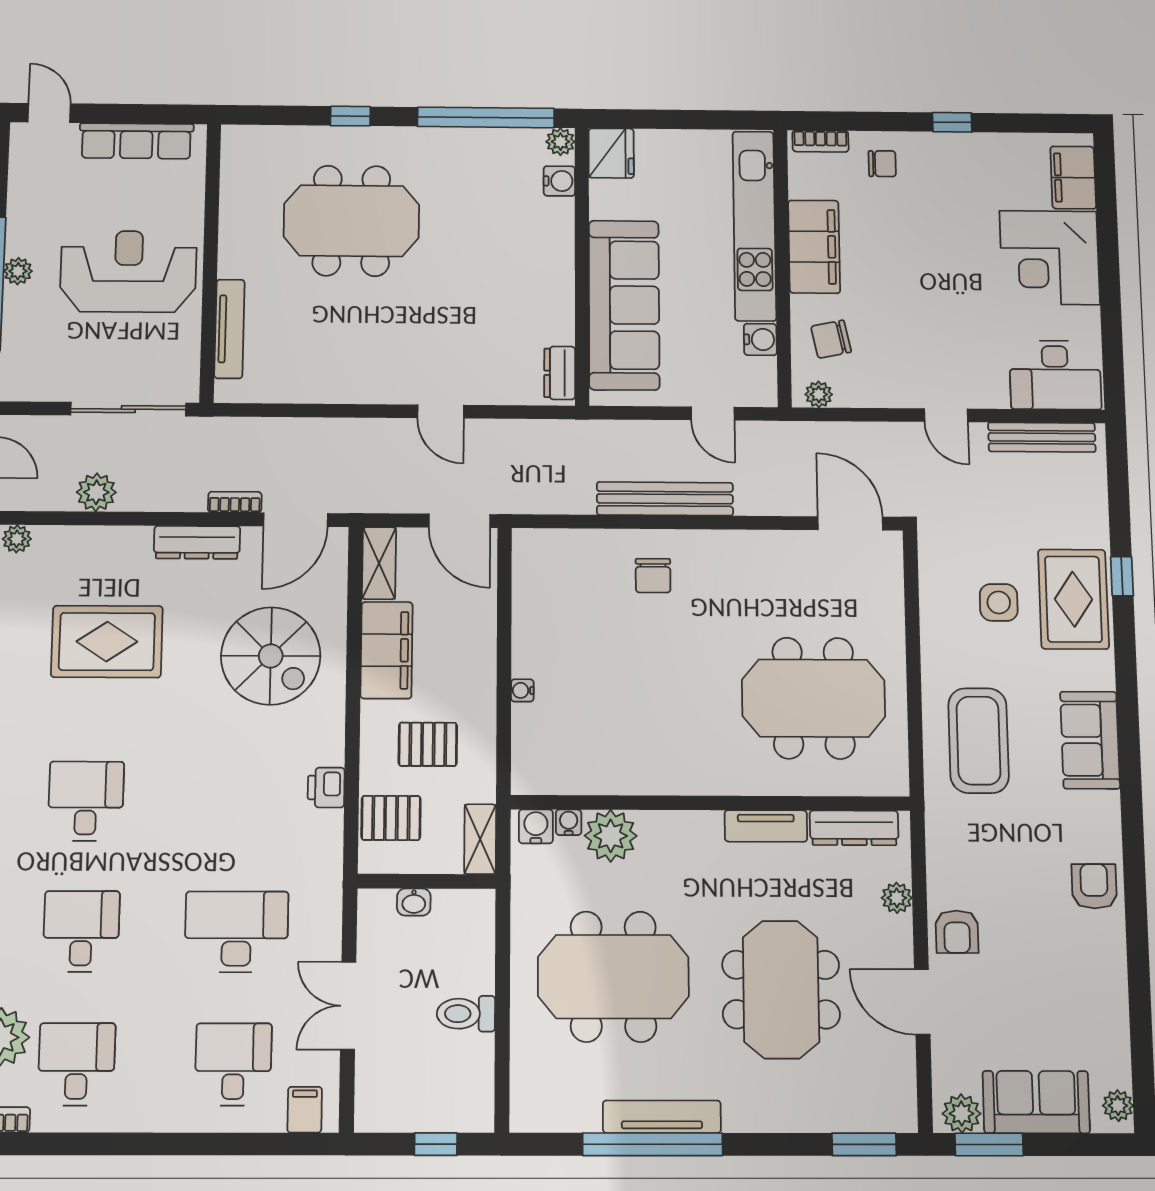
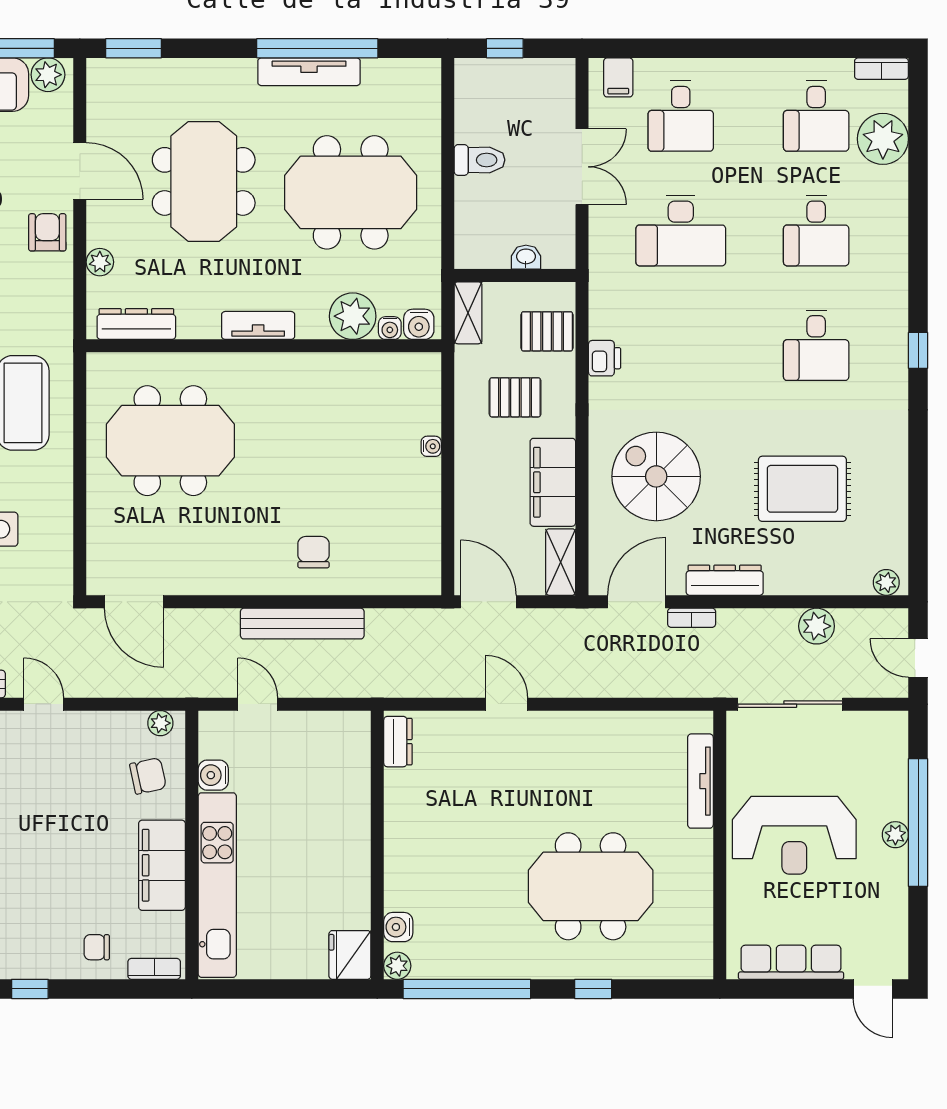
sofa: (624, 305) -> (339, 807), removed
tv unit: (766, 826) -> (258, 325), moved

